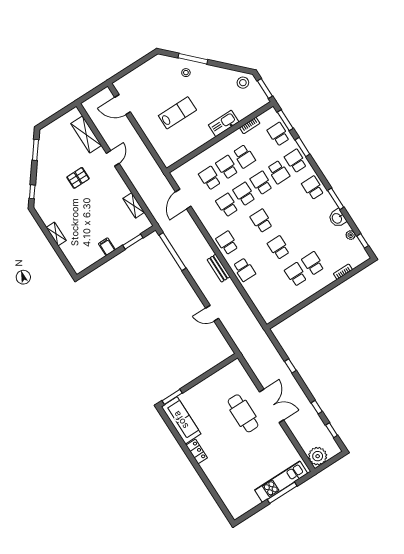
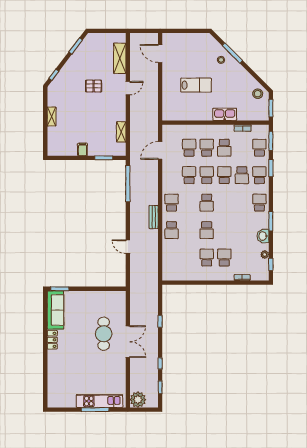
school desk: (261, 221) -> (207, 203), turned 180
school desk: (279, 248) -> (207, 230), turned 180

